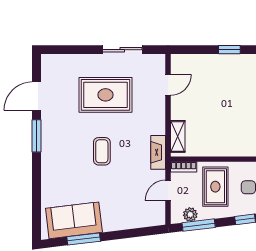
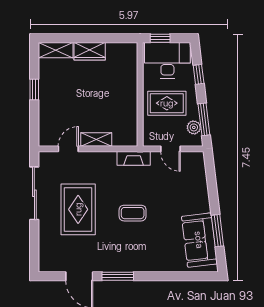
sliding door: (122, 50) -> (34, 193), width x1.37
door: (168, 85) -> (68, 149), hinge flipped
shelving: (178, 136) -> (96, 140), moved
bookcase: (184, 167) -> (148, 134), removed

